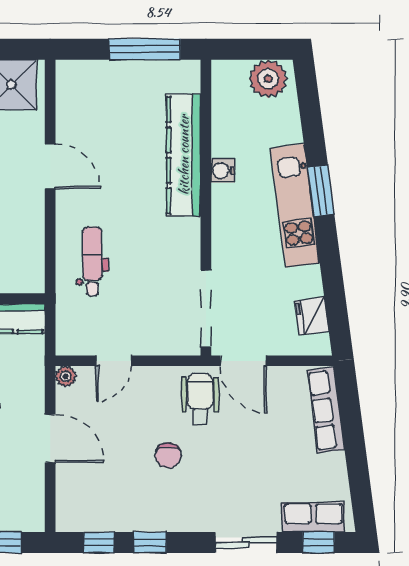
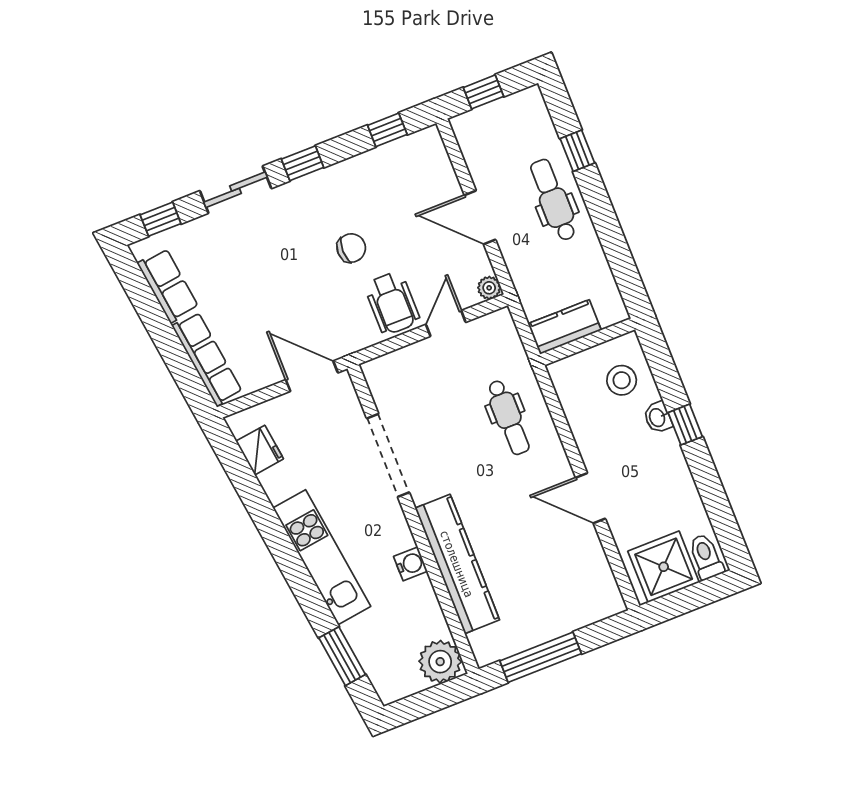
plant: (268, 79) -> (440, 662), moved
window: (321, 191) -> (342, 656), moved
doorway: (206, 308) -> (388, 455), moved
wheelchair: (200, 399) -> (392, 303), moved
chair: (168, 455) -> (351, 248), turned 90
row of seats: (313, 517) -> (168, 285), moved, turned -98
window: (150, 543) -> (303, 163), moved

